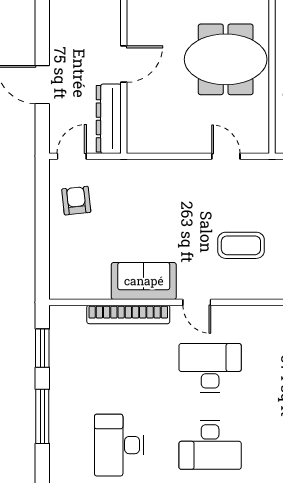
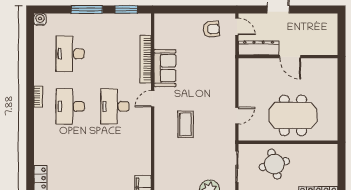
meeting table: (226, 59) -> (293, 115), turned 90
desk: (210, 368) -> (115, 106), turned 180
desk: (119, 445) -> (70, 54), turned -90

